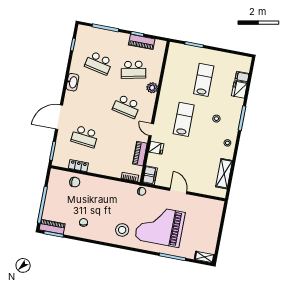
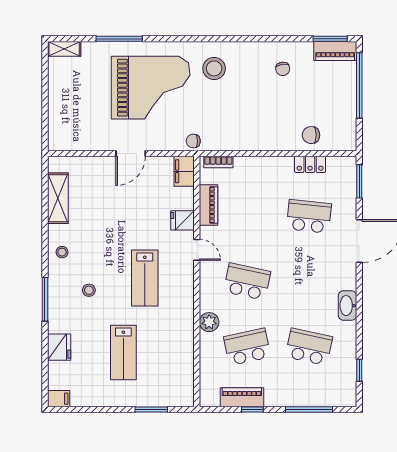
filing cabinet: (242, 77) -> (59, 399), moved
door: (178, 191) -> (131, 154), hinge flipped

